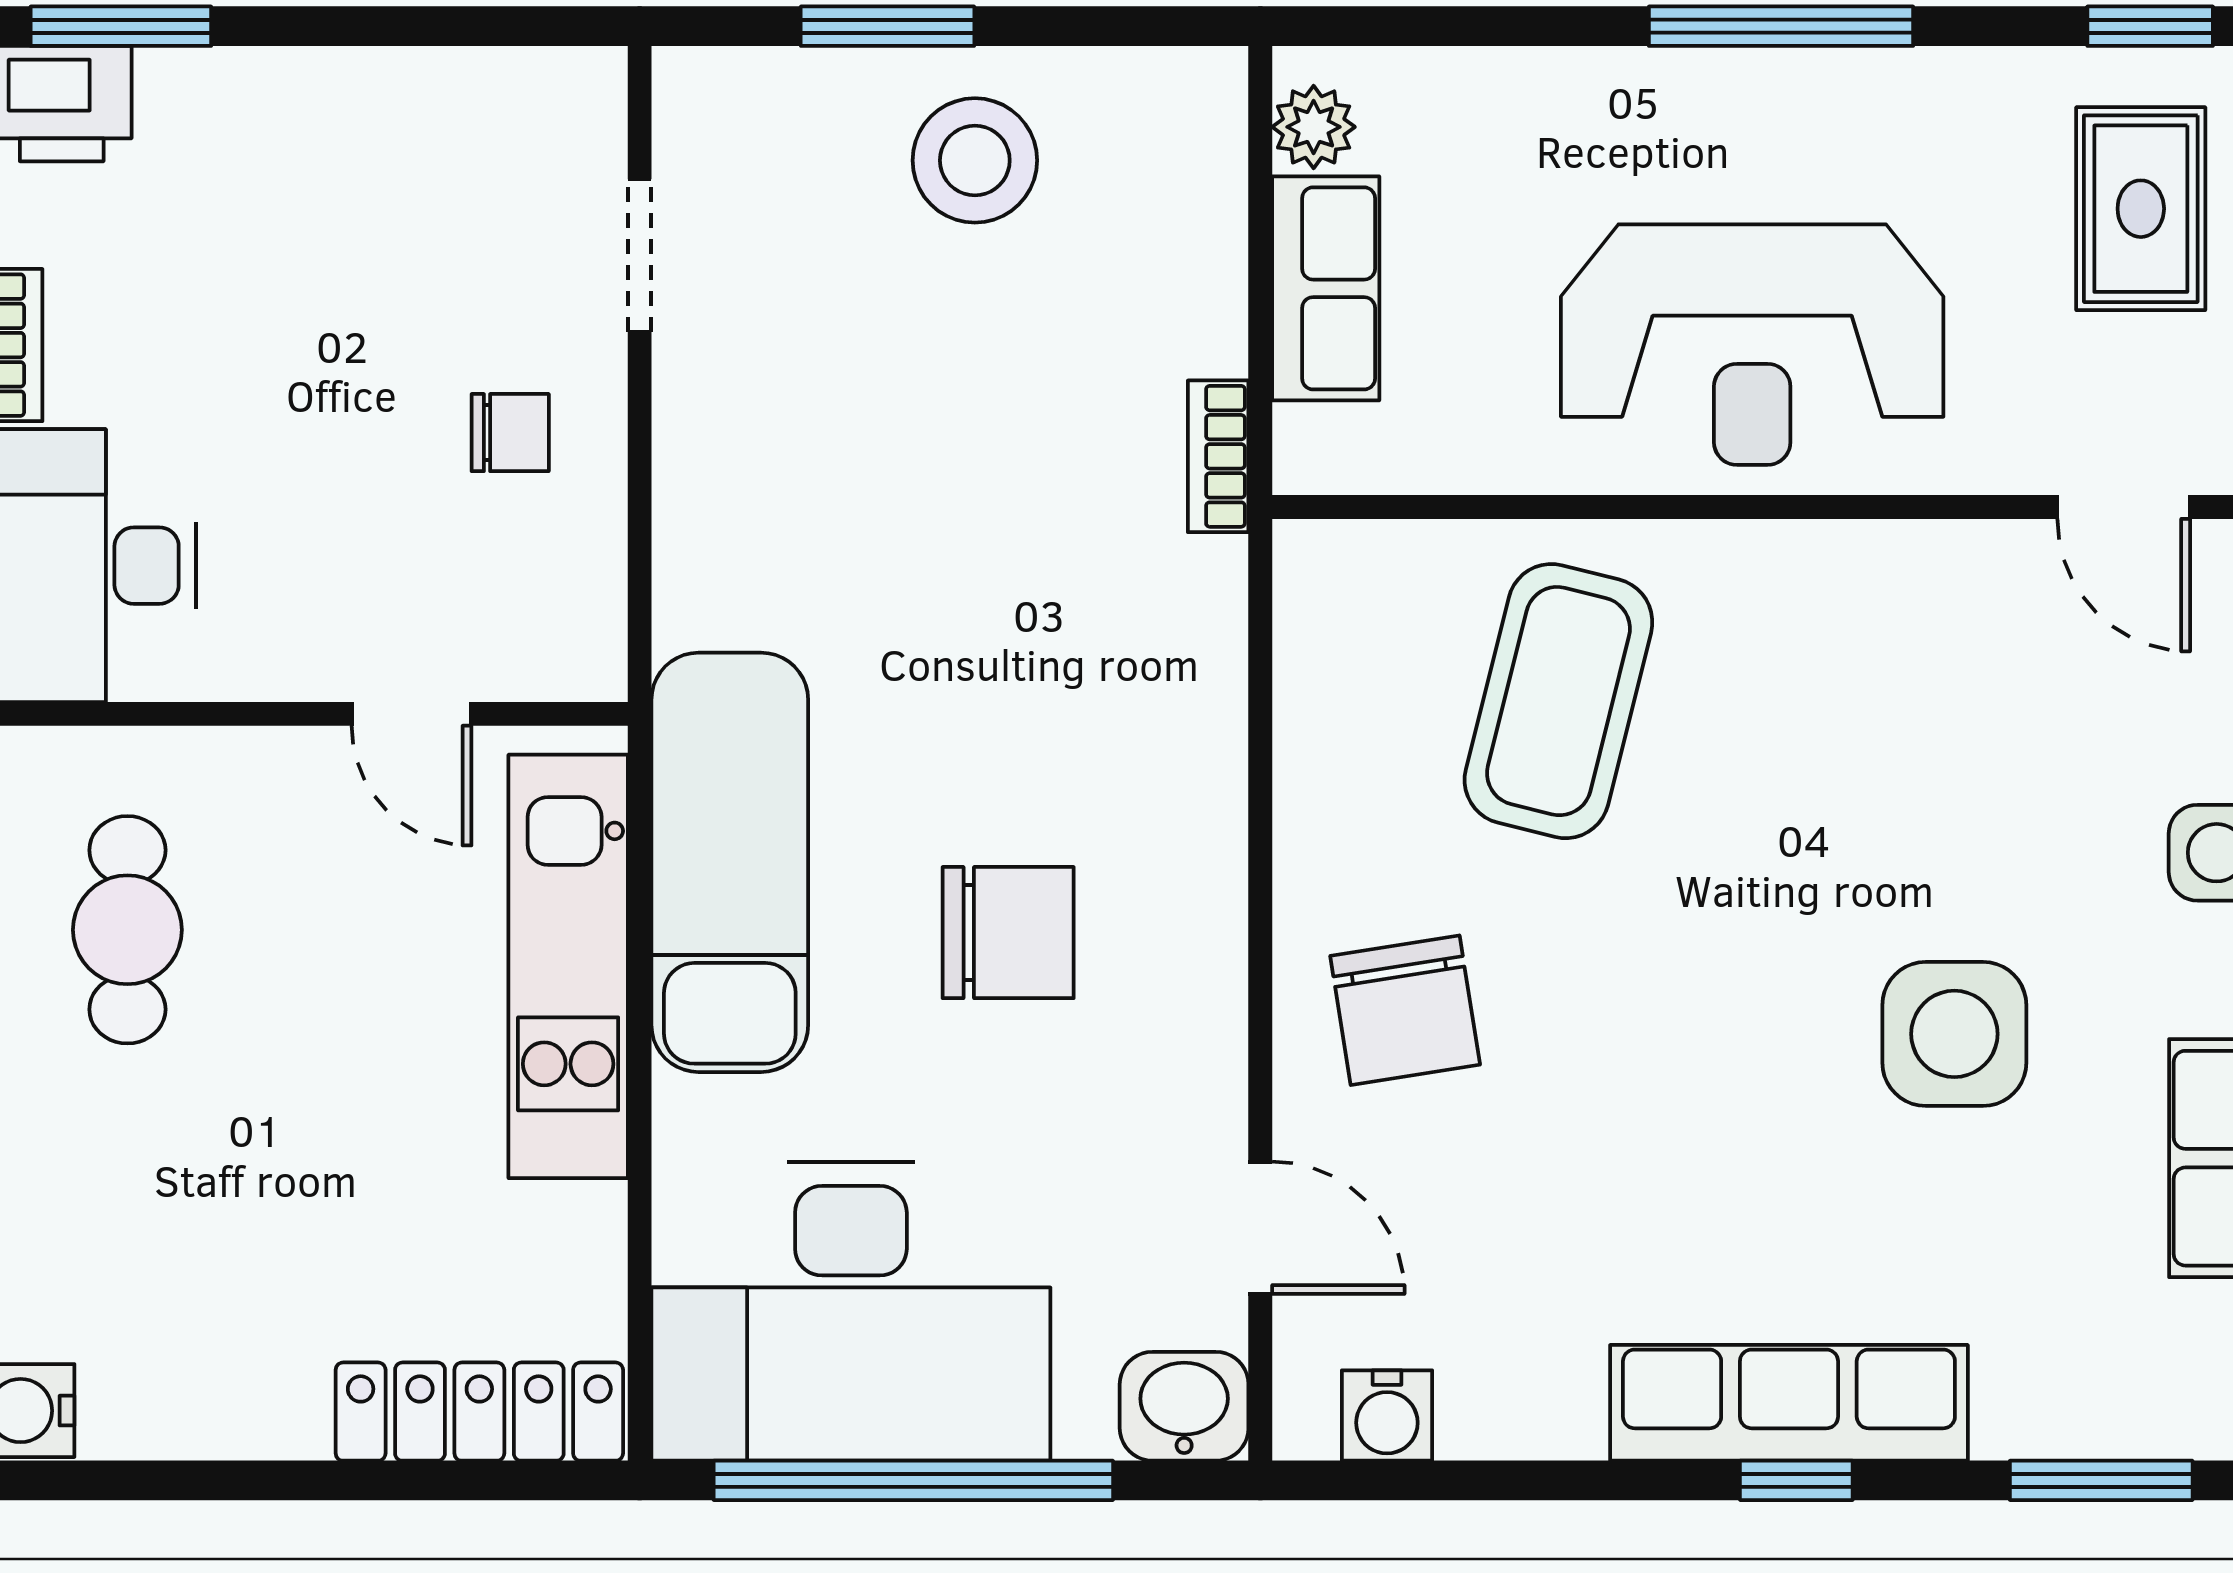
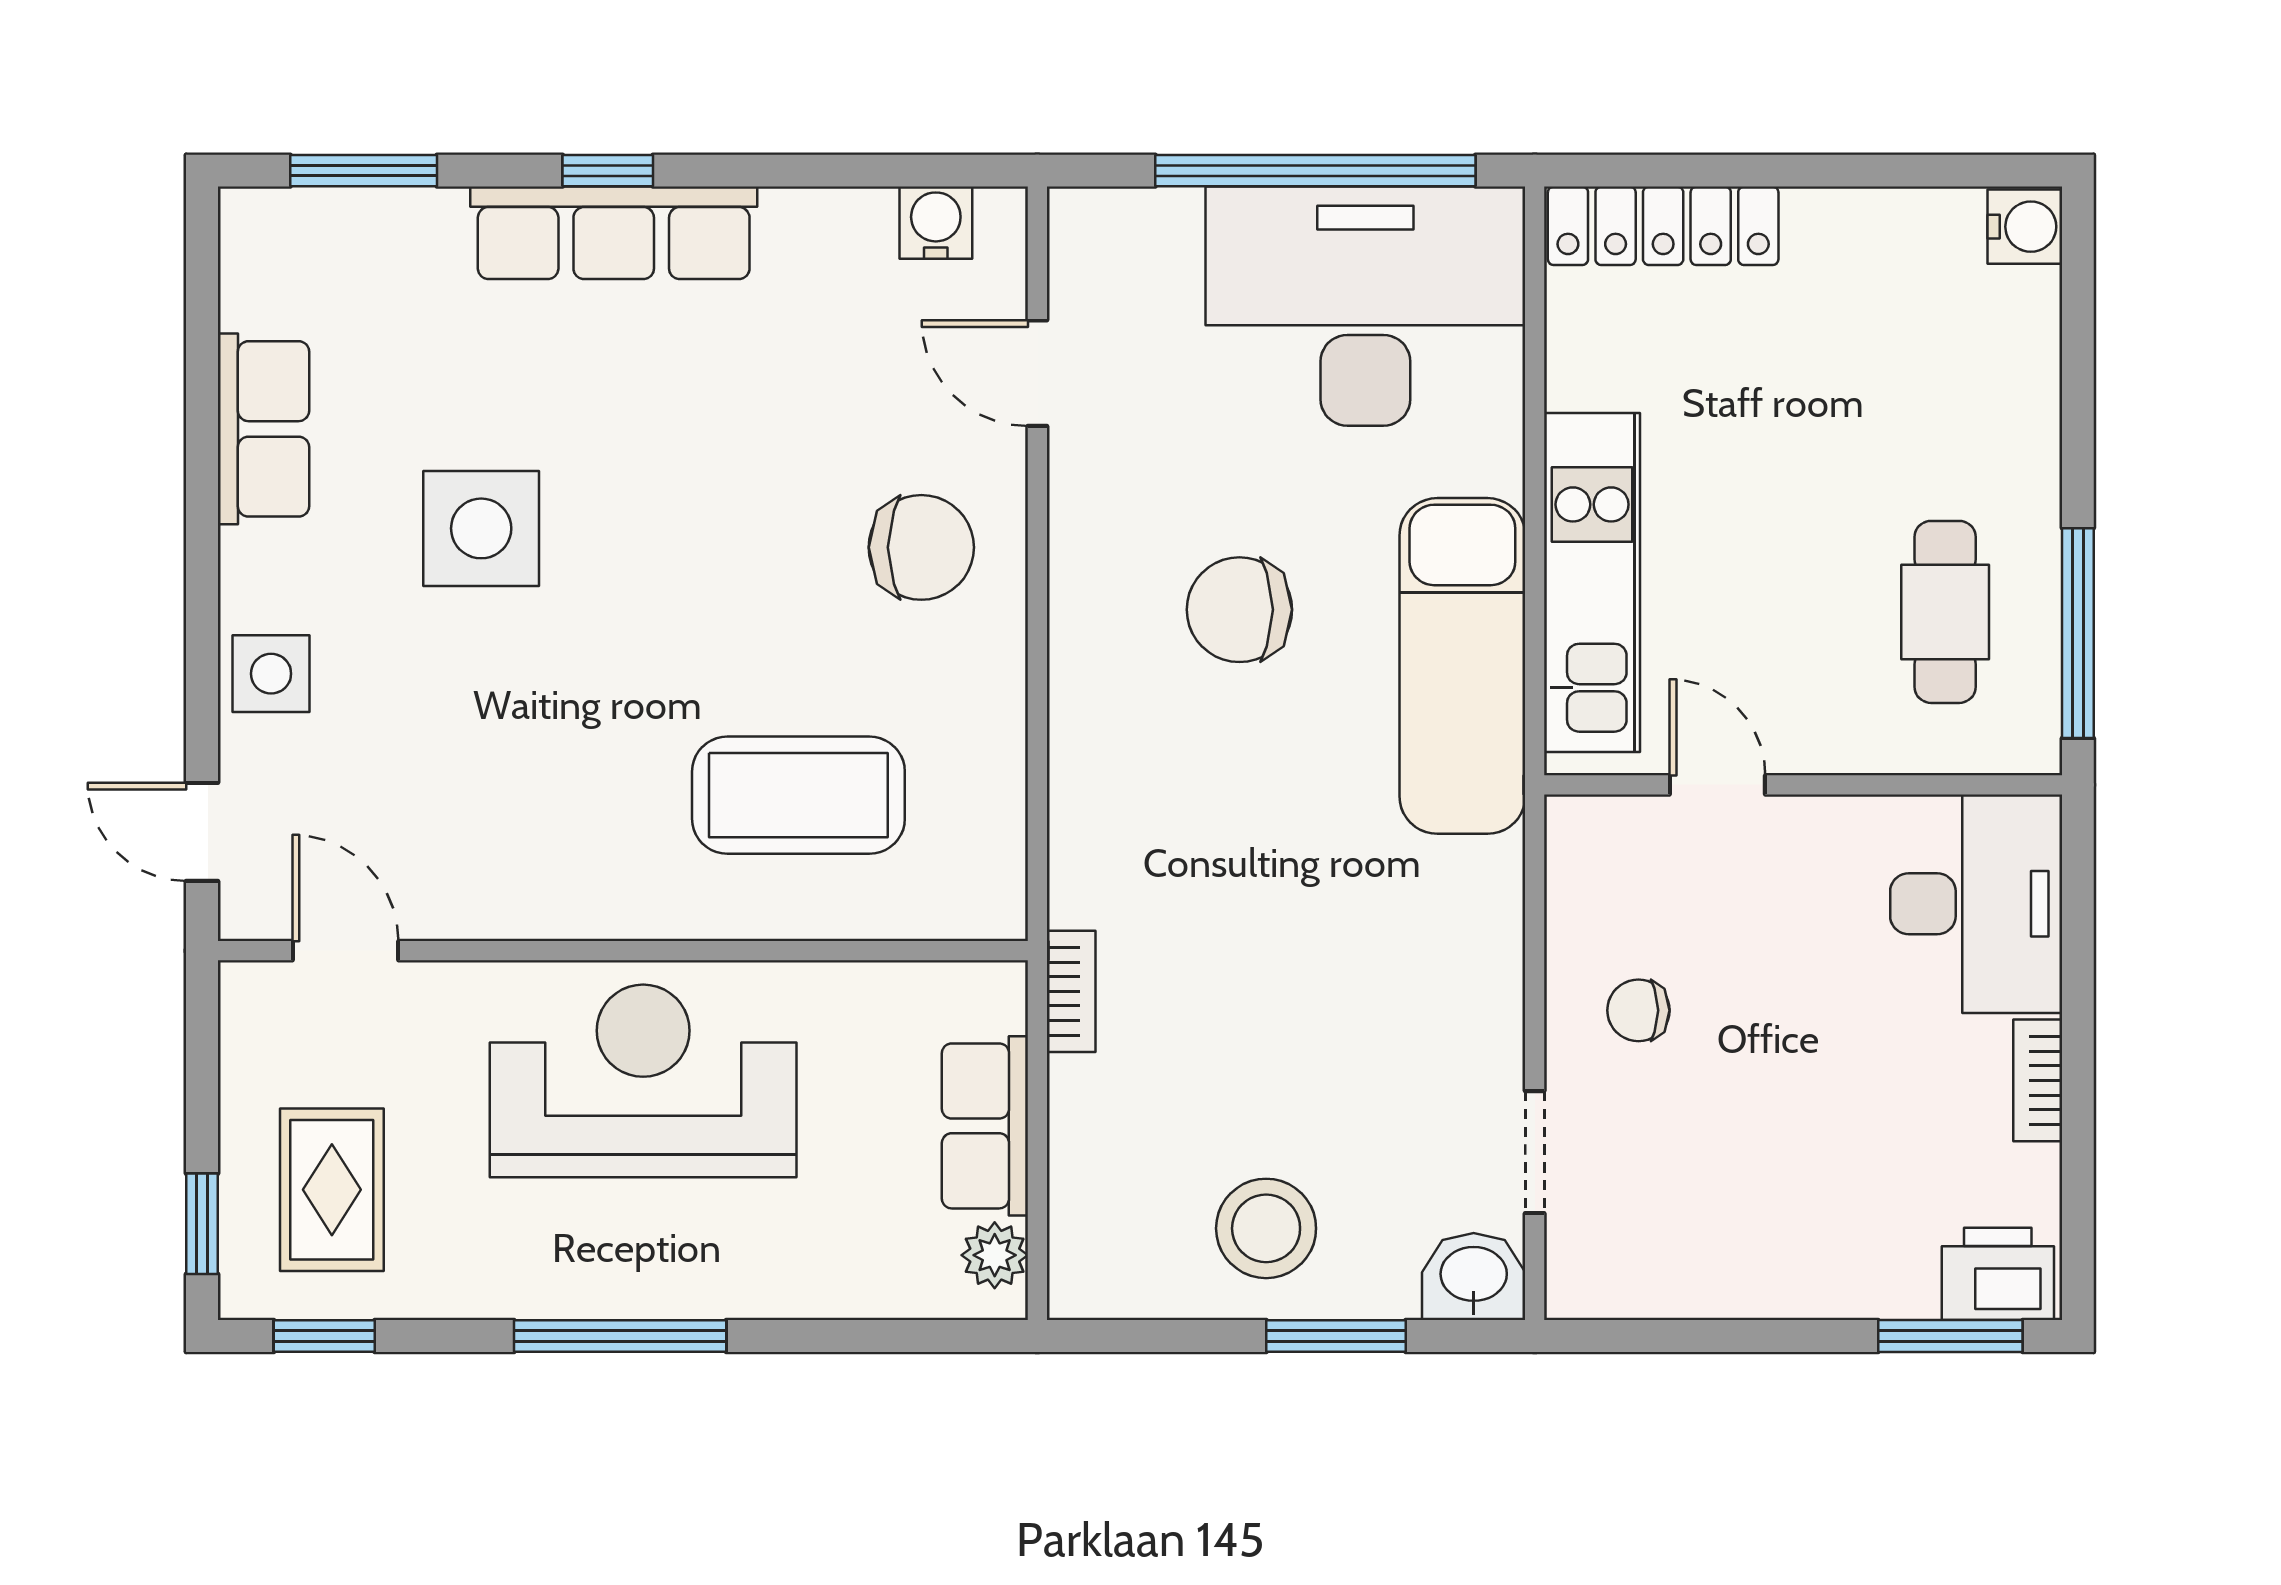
coffee table: (1558, 701) -> (798, 795), turned 76
chair: (1405, 1010) -> (921, 547), turned 99
washbasin: (1184, 1406) -> (1474, 1277), moved, turned 180

